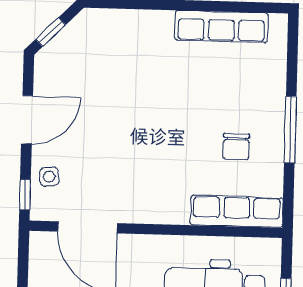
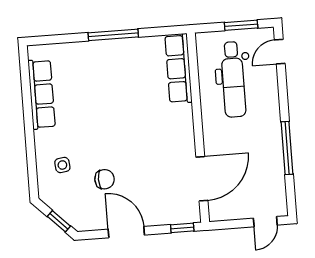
chair: (236, 147) -> (105, 179), moved
side table: (49, 177) -> (62, 165), moved

